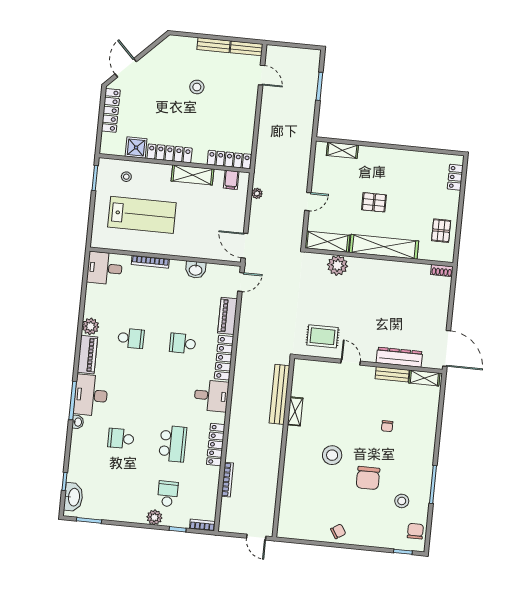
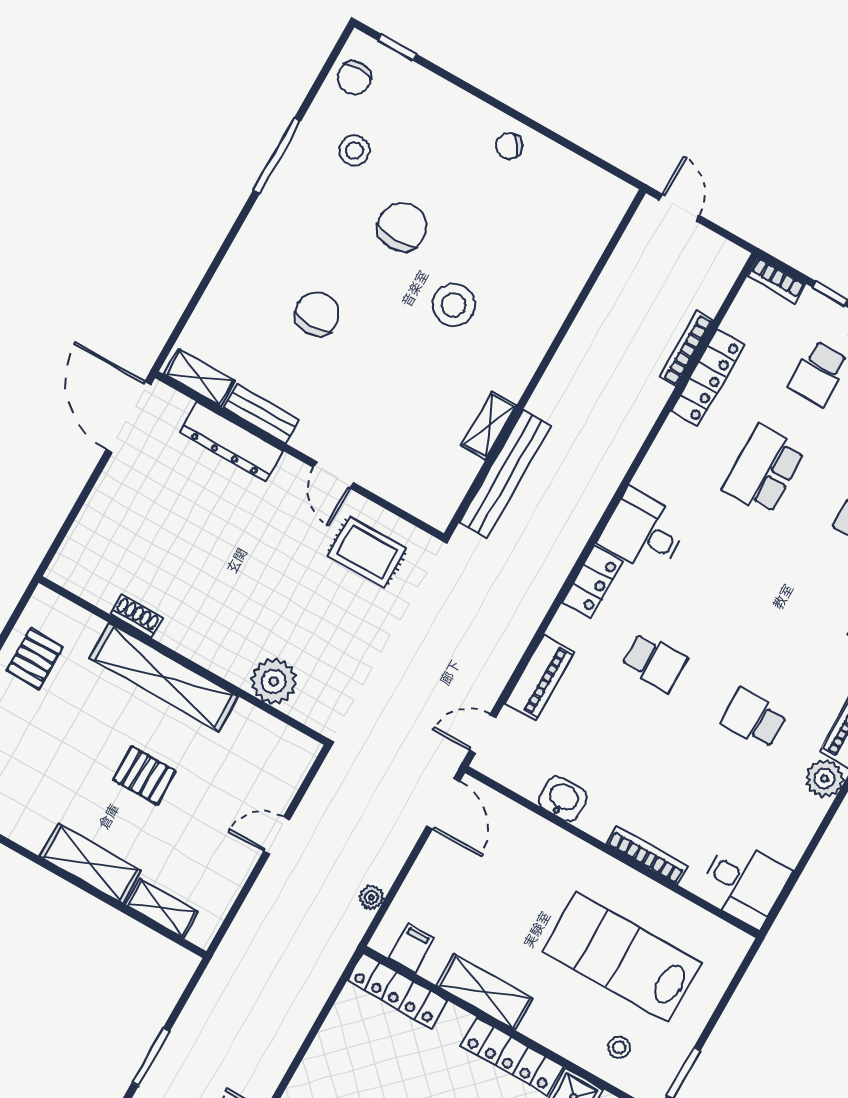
shelving: (327, 242) -> (91, 863), moved
shoe rack: (442, 271) -> (137, 616), moved
locker: (224, 358) -> (593, 582), width x0.66
chair: (387, 426) -> (317, 314), width x1.87, depth x1.87
locker: (216, 445) -> (707, 378), moved

